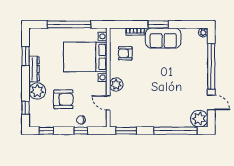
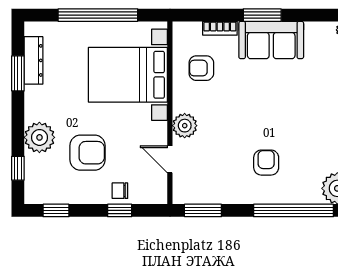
dresser: (34, 69) -> (34, 60), moved
armchair: (160, 105) -> (266, 163), added

